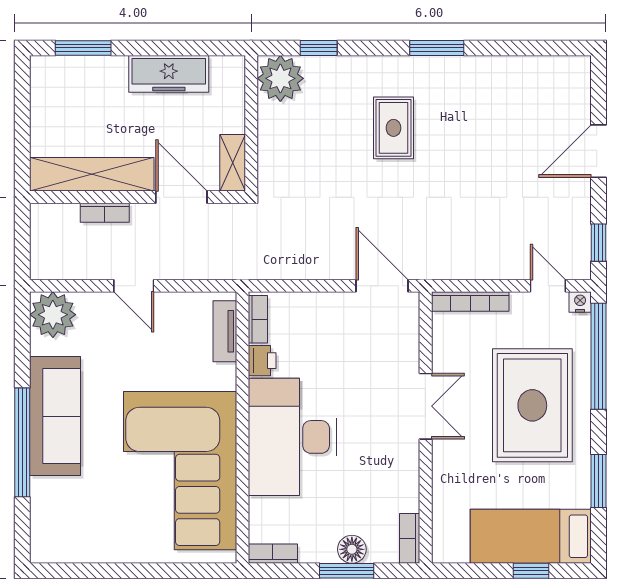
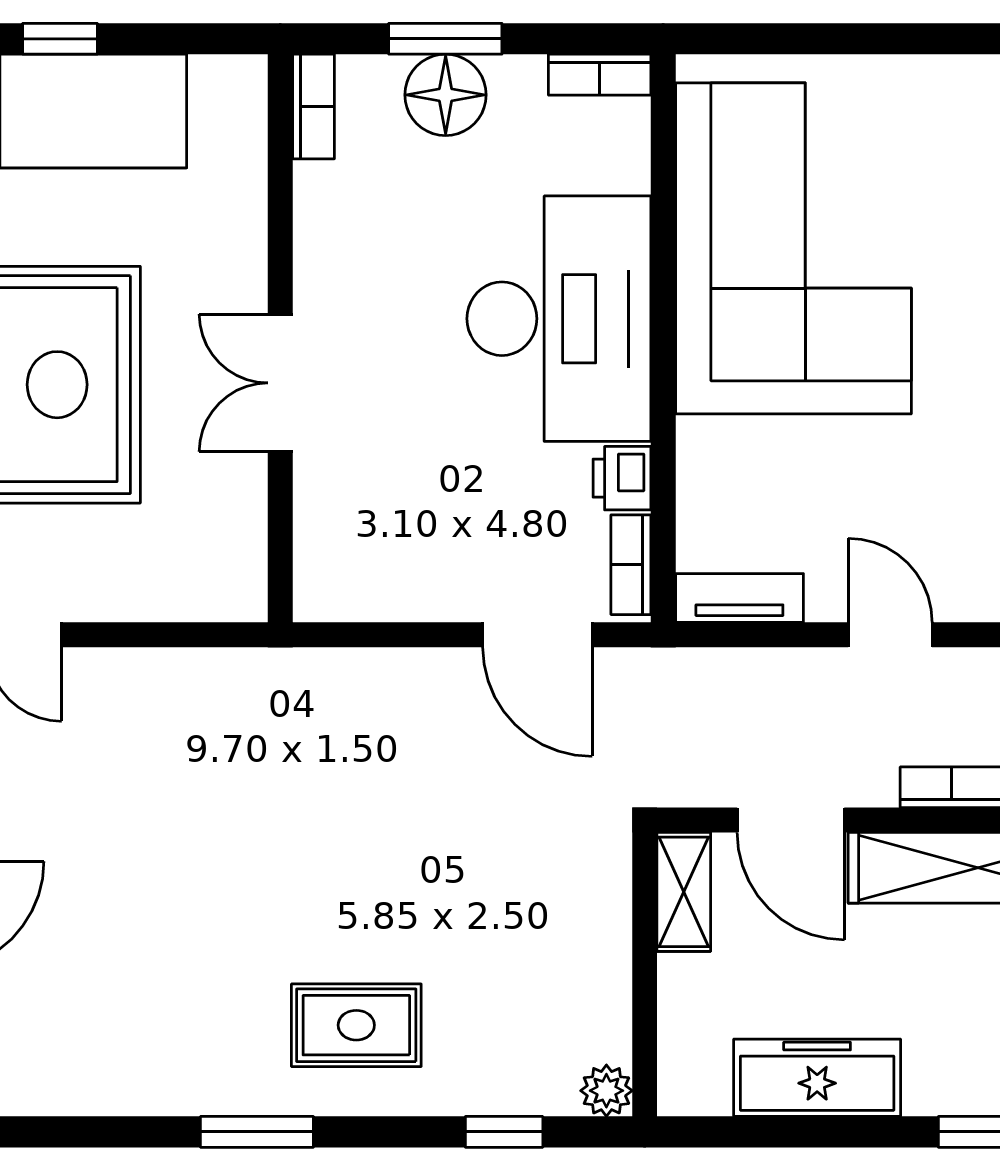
plant: (280, 78) -> (606, 1091), width x0.53, depth x0.53
rug: (393, 128) -> (356, 1025), moved, turned 90
door: (382, 286) -> (537, 635), moved
bookcase: (470, 302) -> (187, 602), removed
tv unit: (225, 331) -> (739, 598), moved, turned -90
floor lamp: (352, 549) -> (446, 95), width x1.38, depth x1.38

